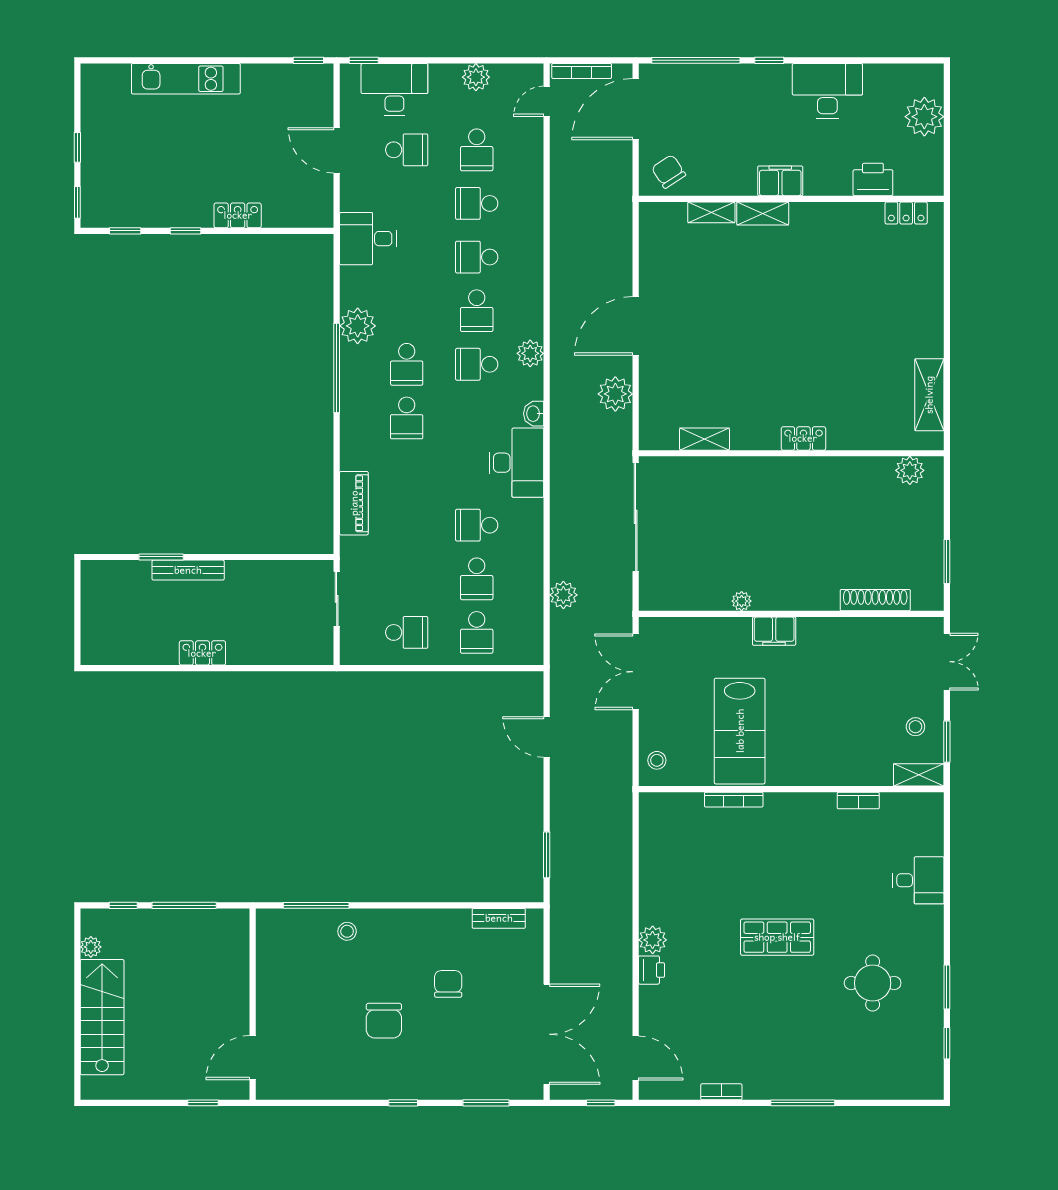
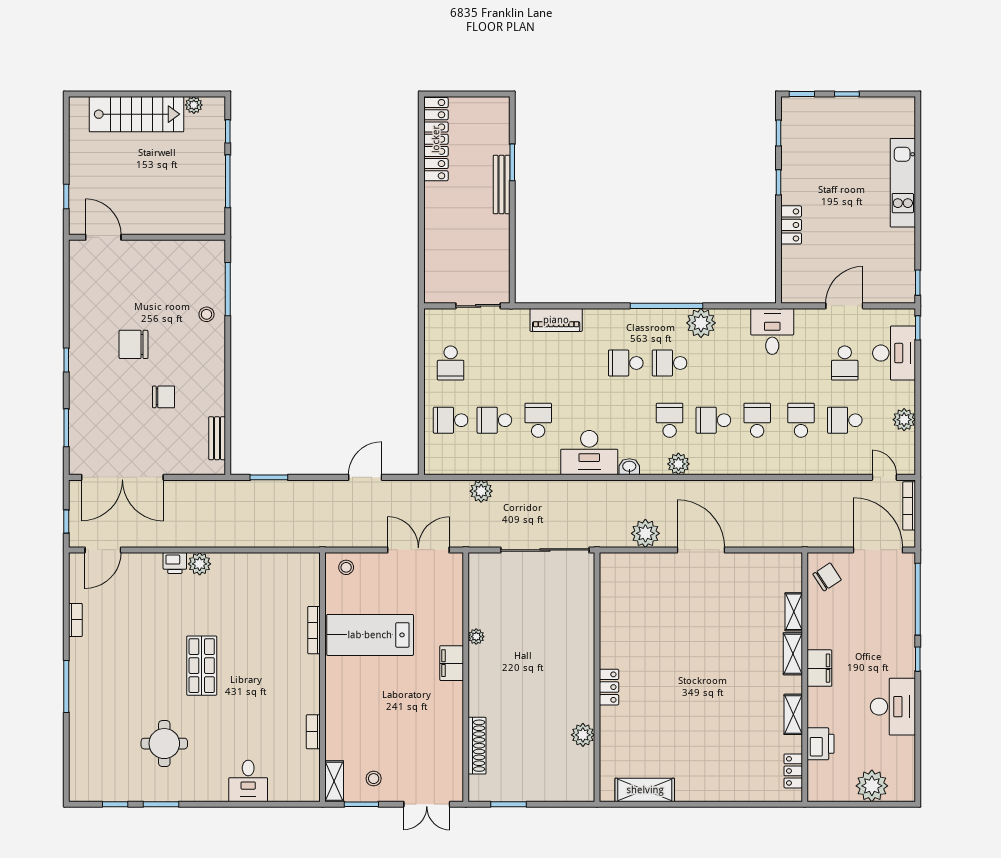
shelving: (704, 439) -> (793, 714), moved
plant: (910, 470) -> (583, 735), moved
locker: (202, 653) -> (436, 139), moved, width x2.16, depth x1.21

